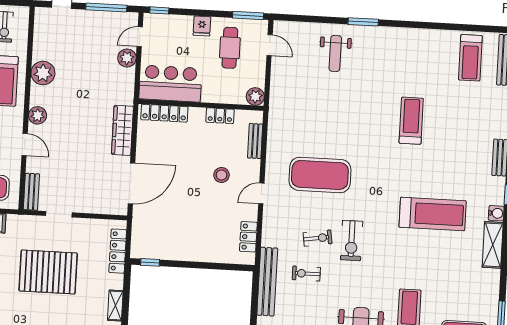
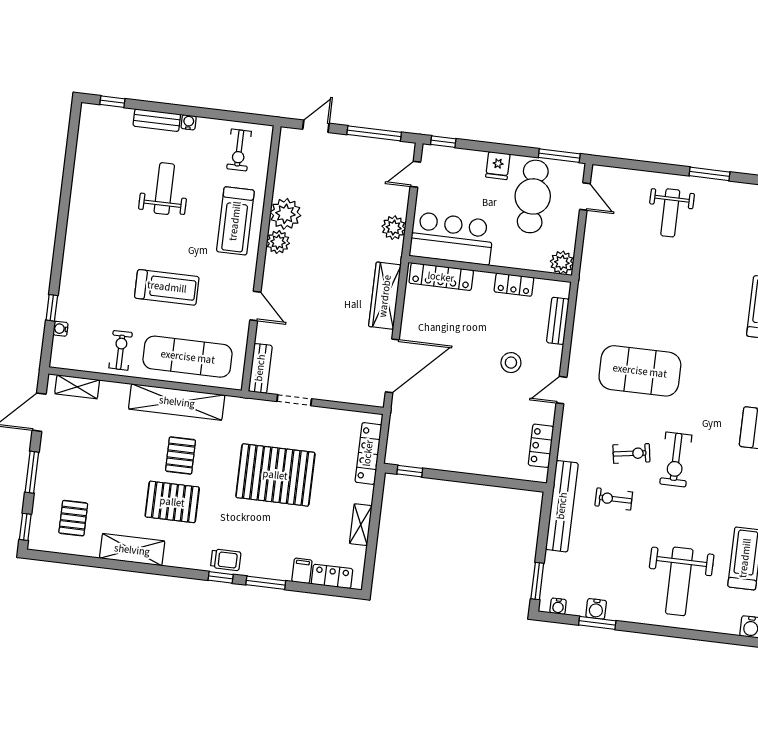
cafe table: (230, 48) -> (533, 196), width x1.37, depth x1.35
plant: (127, 58) -> (394, 228), moved
plant: (38, 115) -> (278, 242), moved

